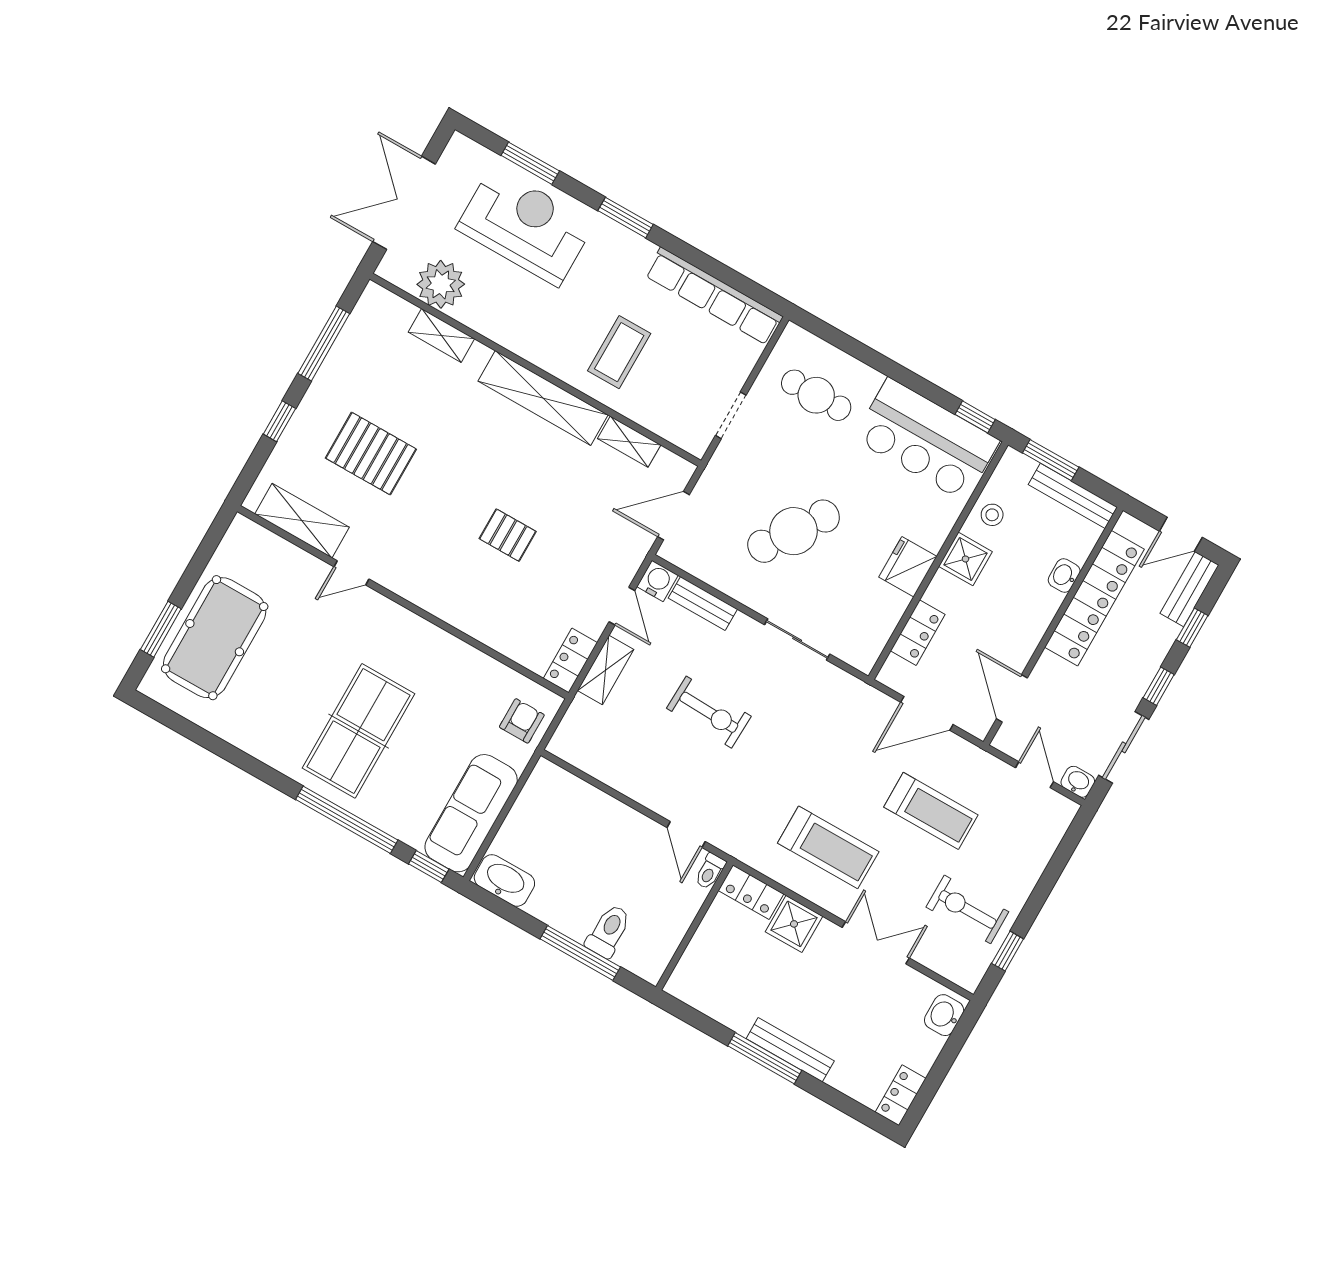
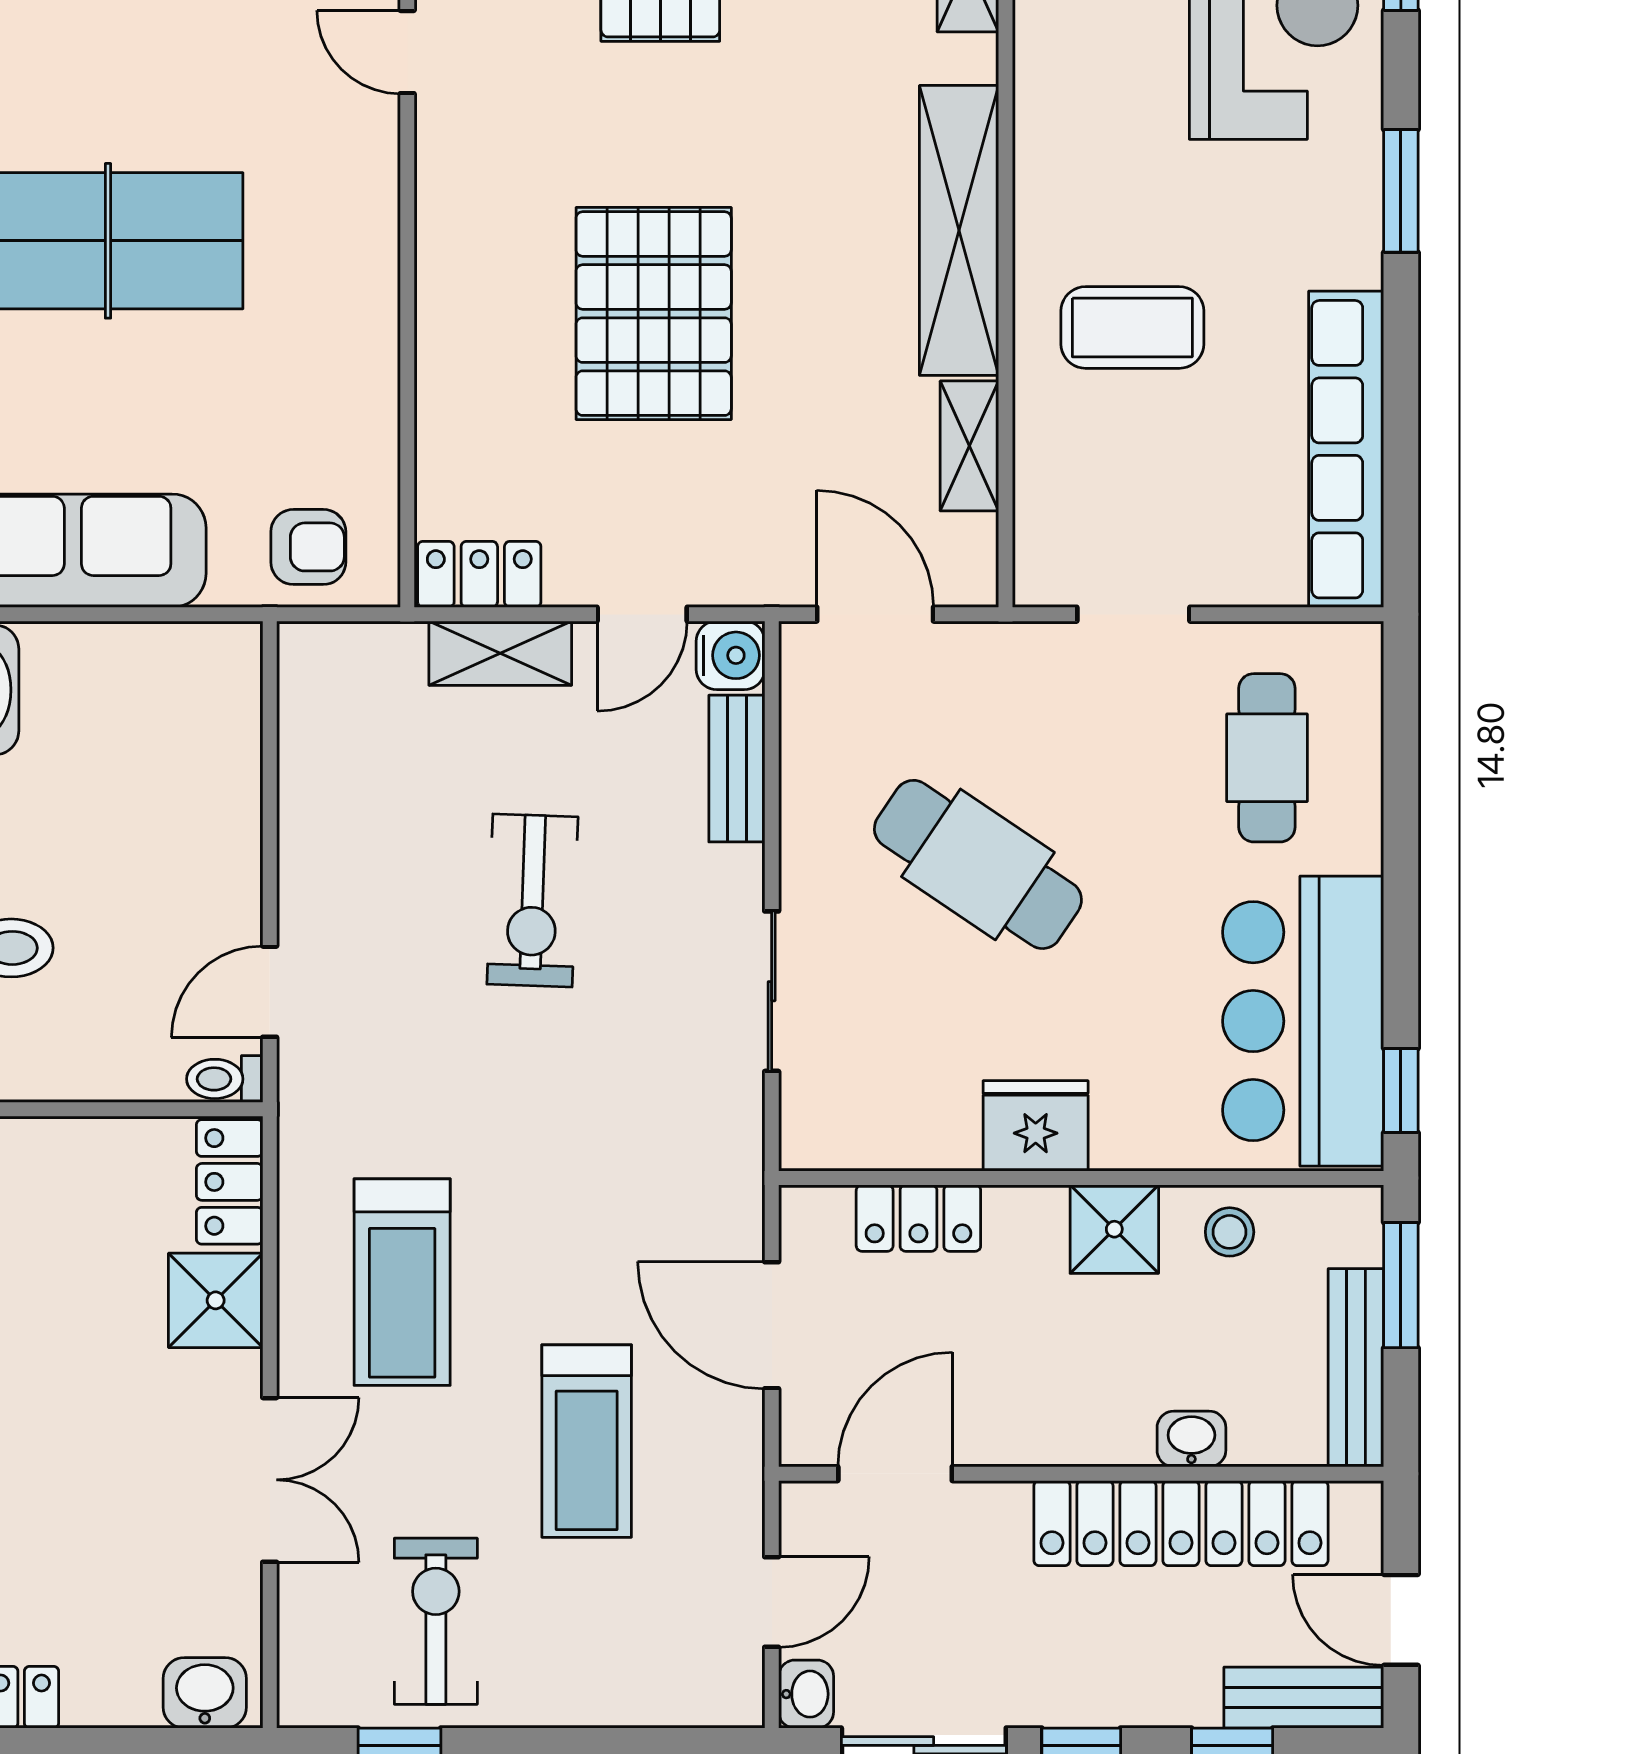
pallet: (508, 535) -> (654, 314), width x2.05, depth x2.00

